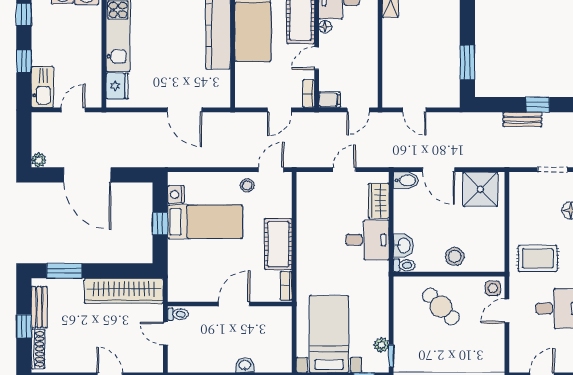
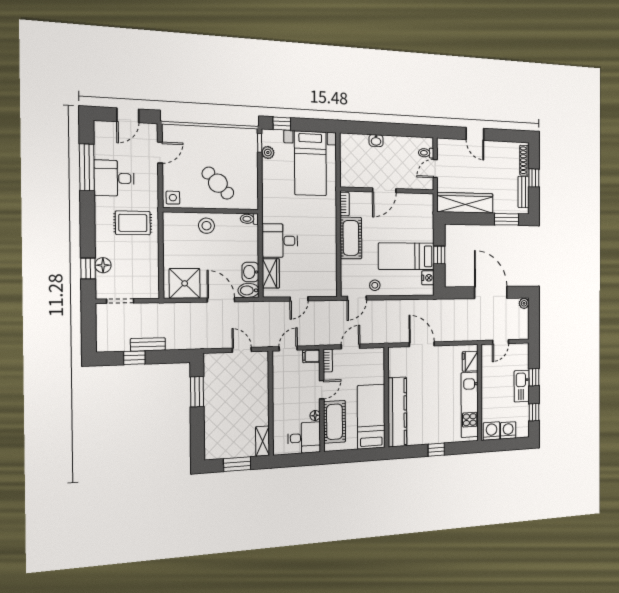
kitchen sink: (42, 87) -> (522, 386), moved
washbasin: (403, 246) -> (250, 272), moved
door: (507, 311) -> (160, 153), moved
toilet: (178, 314) -> (426, 153), moved
door: (165, 334) -> (435, 169), swing flipped

